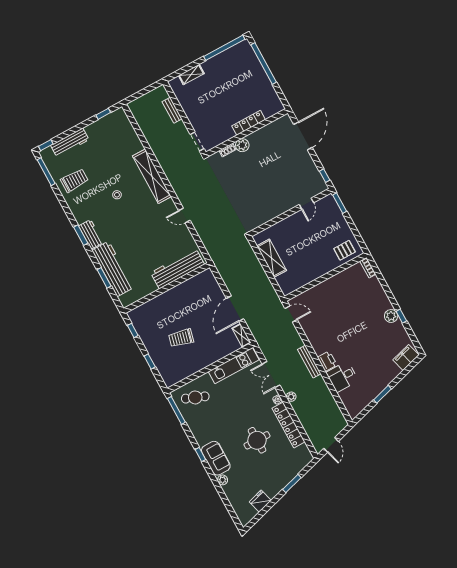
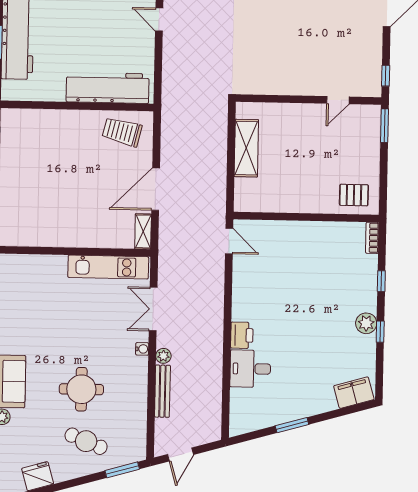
window: (386, 288) -> (381, 281), added
trolley: (181, 338) -> (122, 132), moved
bench: (309, 362) -> (162, 391), moved
cafe table: (195, 397) -> (86, 441), moved
locker: (289, 425) -> (137, 393), removed
window: (292, 484) -> (122, 470), moved

